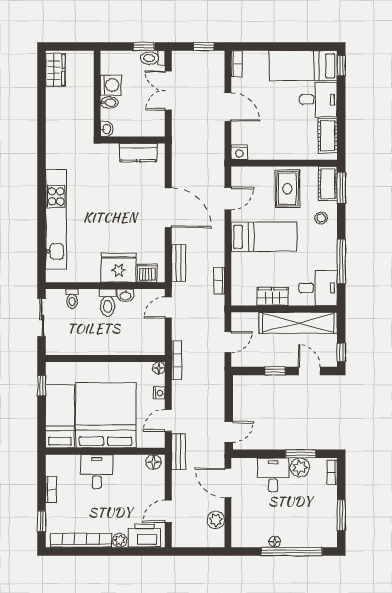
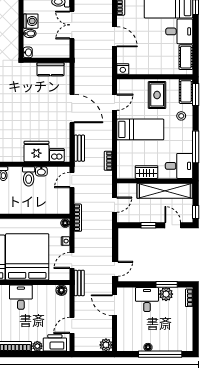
window: (341, 515) -> (196, 328), removed
plant: (216, 520) -> (106, 345), moved

